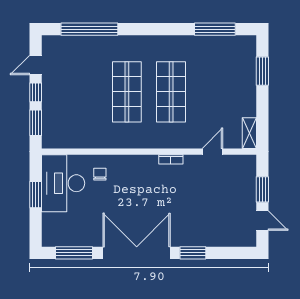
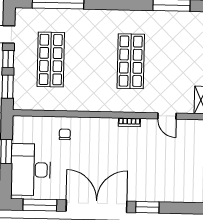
shop shelf: (127, 92) -> (51, 60), moved
door: (212, 152) -> (167, 116), swing flipped
desk: (63, 183) -> (31, 170), moved

